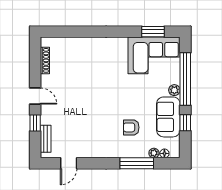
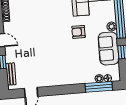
armchair: (131, 127) -> (78, 32), moved
window: (137, 163) -> (99, 87), moved

